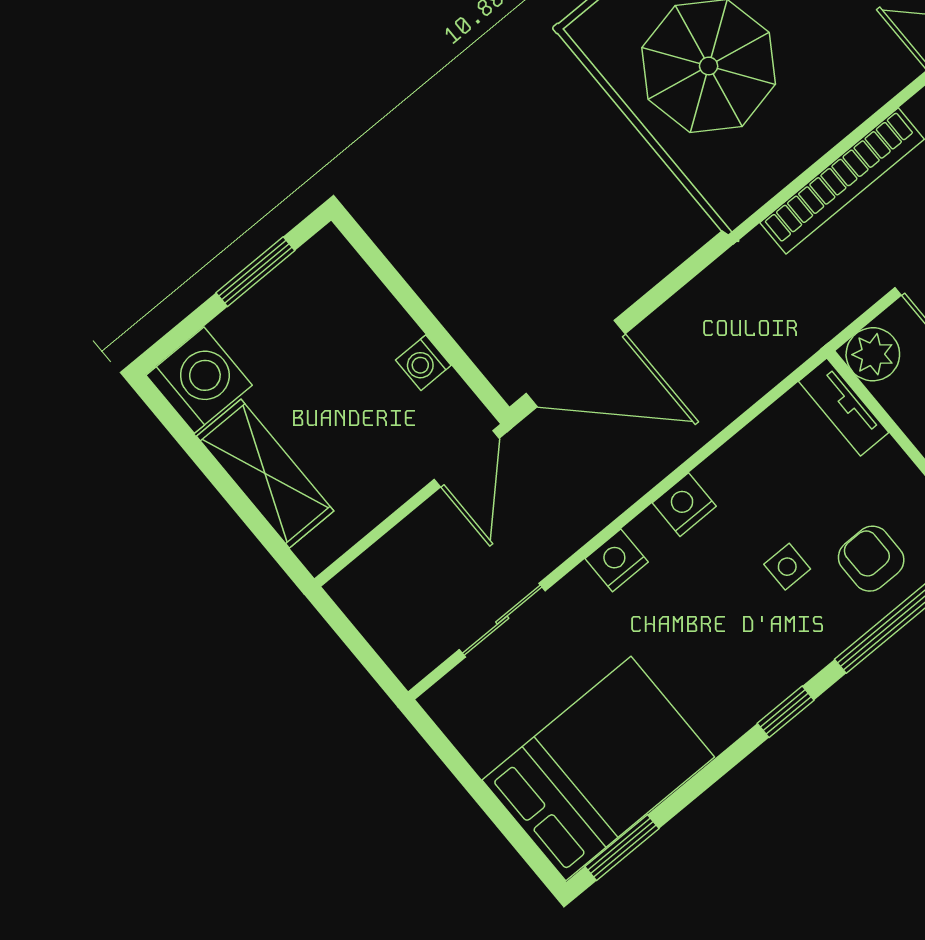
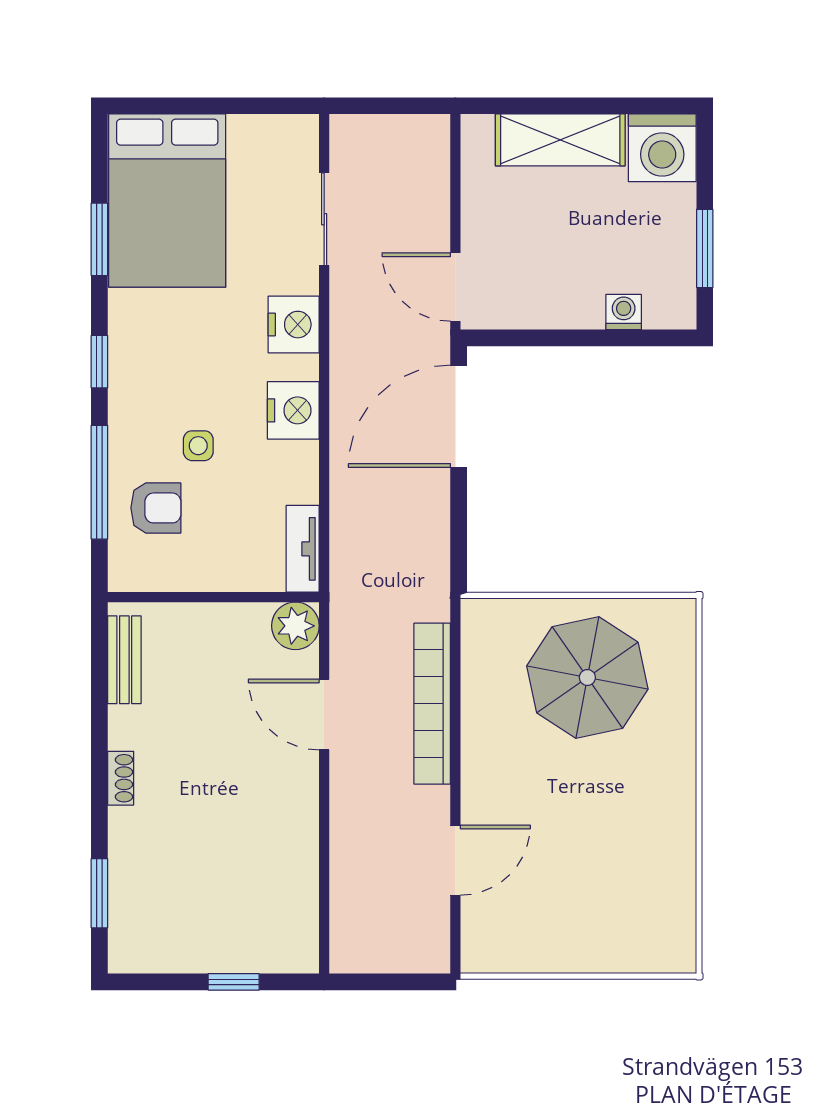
washing machine: (423, 363) -> (624, 312), moved
tv unit: (844, 407) -> (303, 549), moved, turned -90
nightstand: (684, 505) -> (293, 410), width x1.36, depth x1.33
nightstand: (617, 560) -> (294, 325), width x1.36, depth x1.33
window: (622, 848) -> (99, 239), moved

